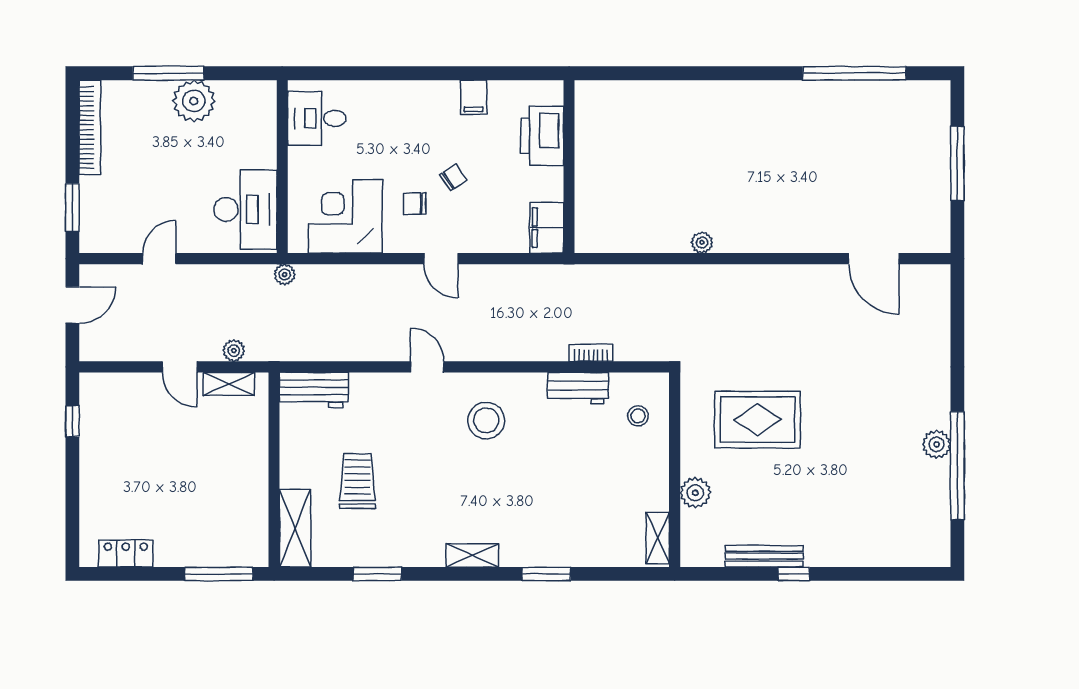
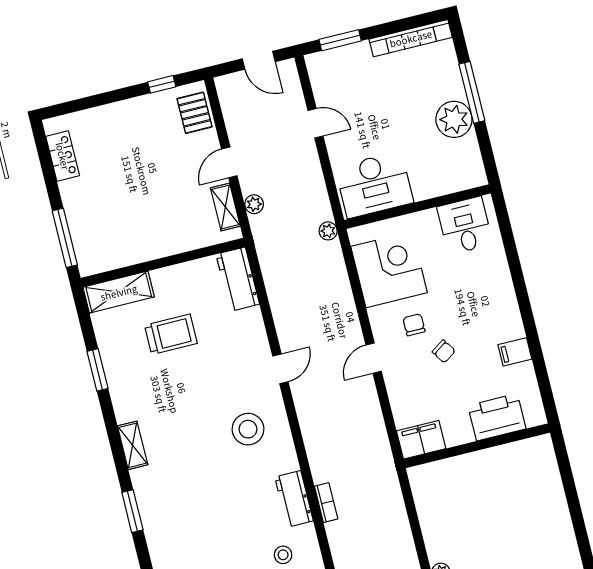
pallet: (114, 392) -> (195, 113), added

